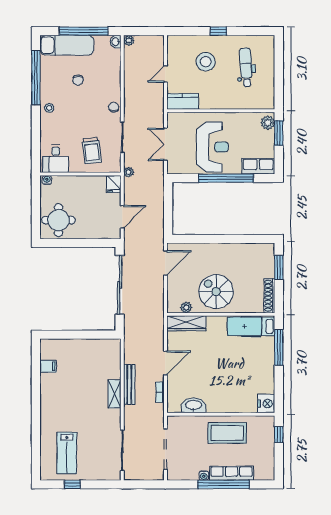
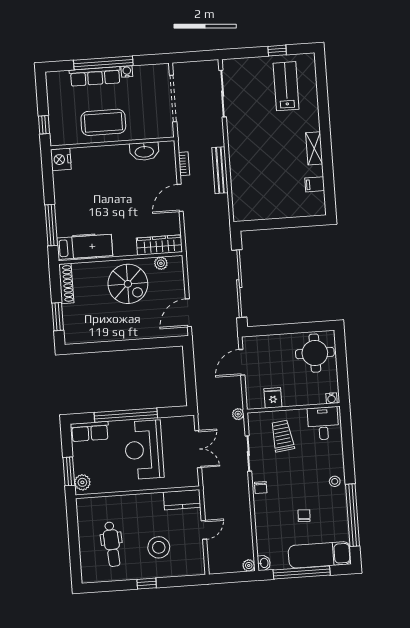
fridge: (114, 184) -> (273, 398), moved
shelving: (115, 394) -> (314, 148), moved

